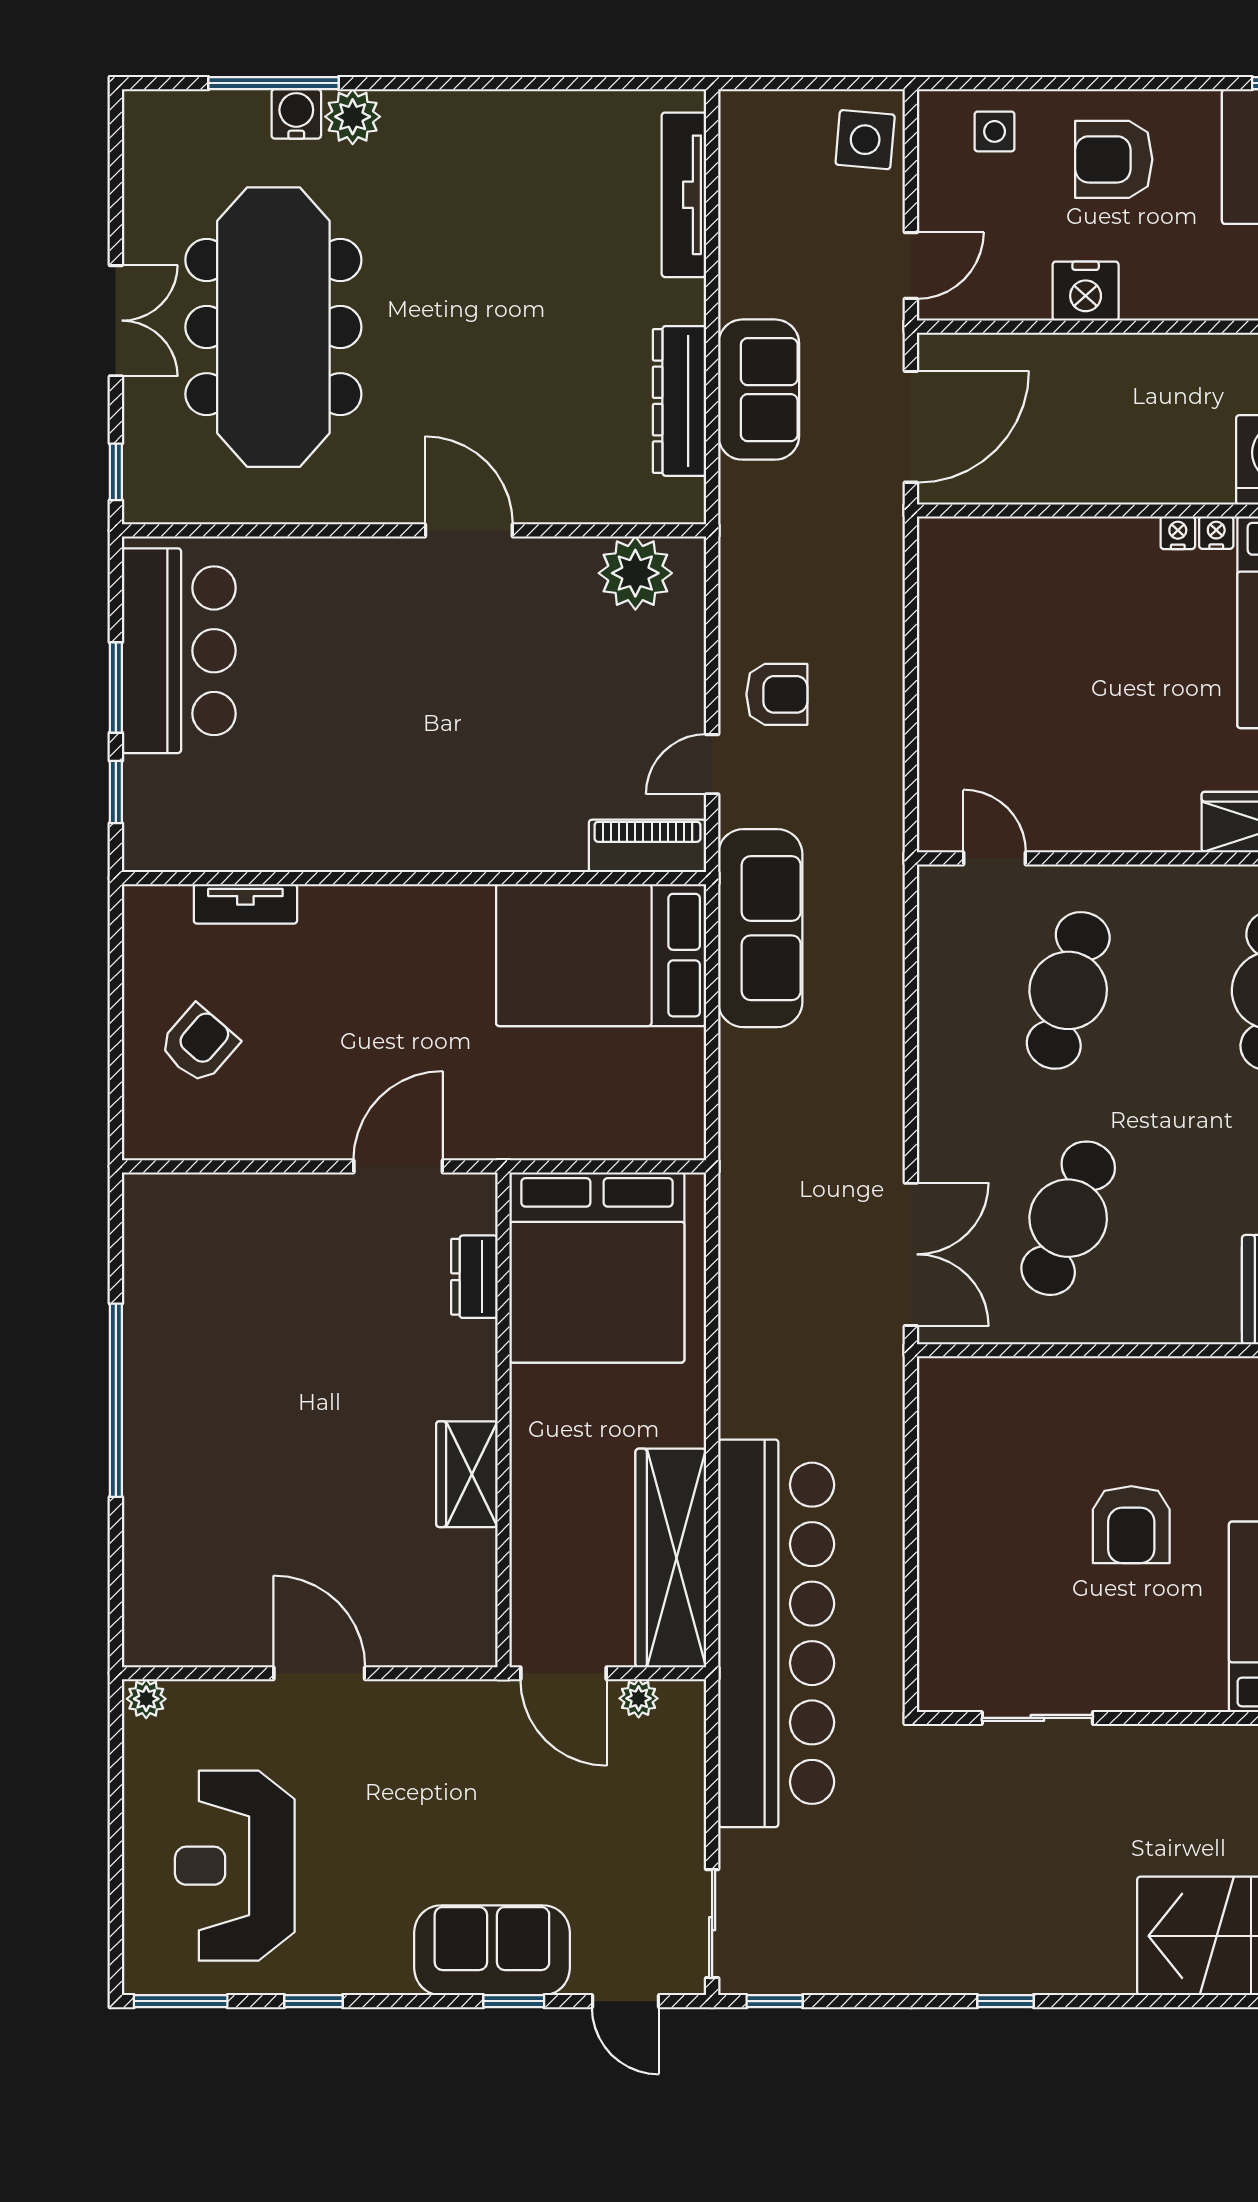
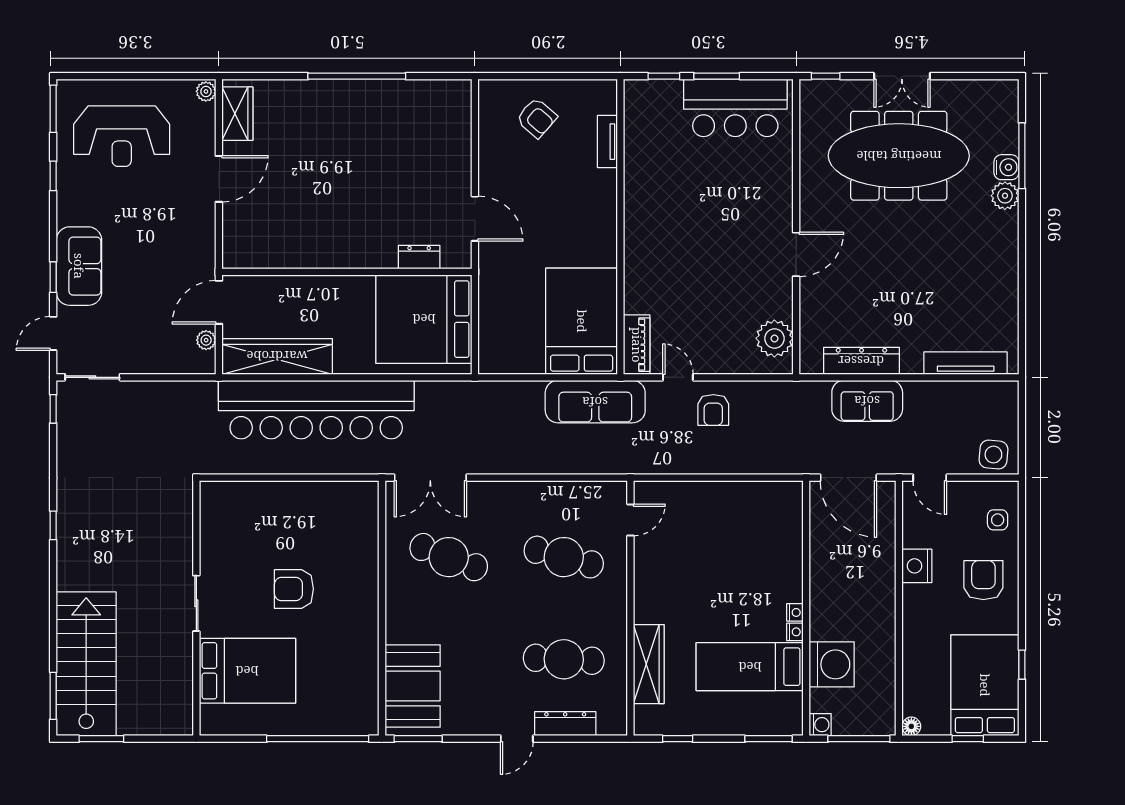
wardrobe: (467, 1474) -> (237, 114), moved, turned 90
bar counter: (776, 1633) -> (316, 410), moved
sliding door: (1037, 1718) -> (196, 603), moved
reception desk: (235, 1866) -> (122, 136), turned 180

